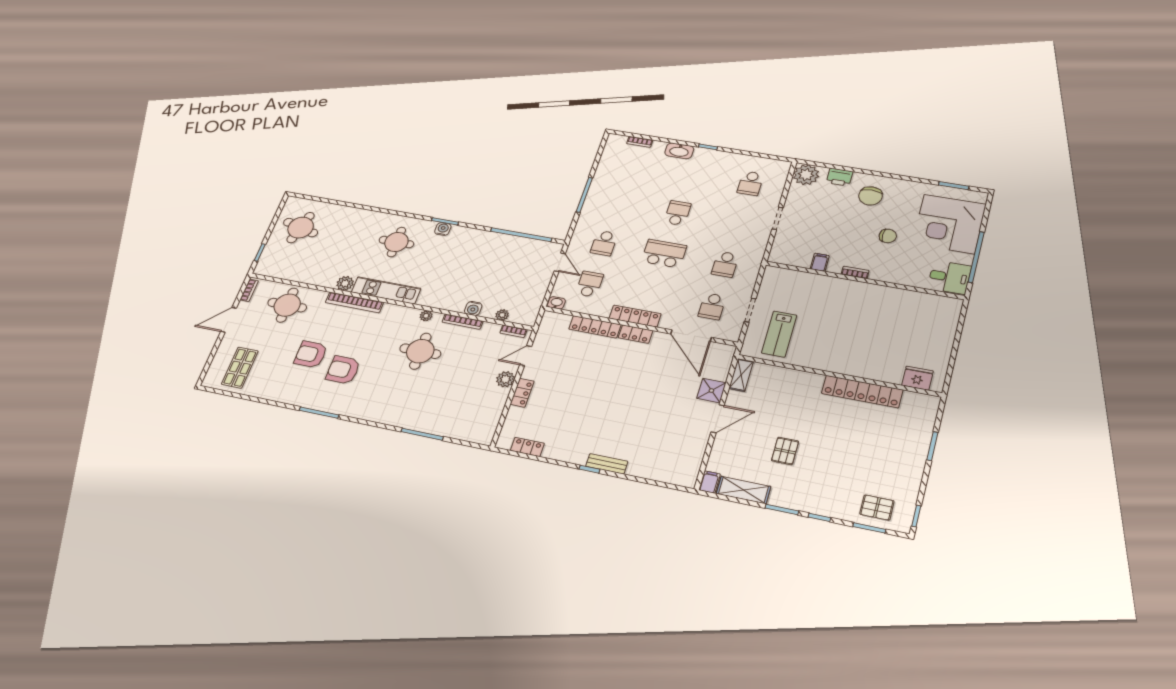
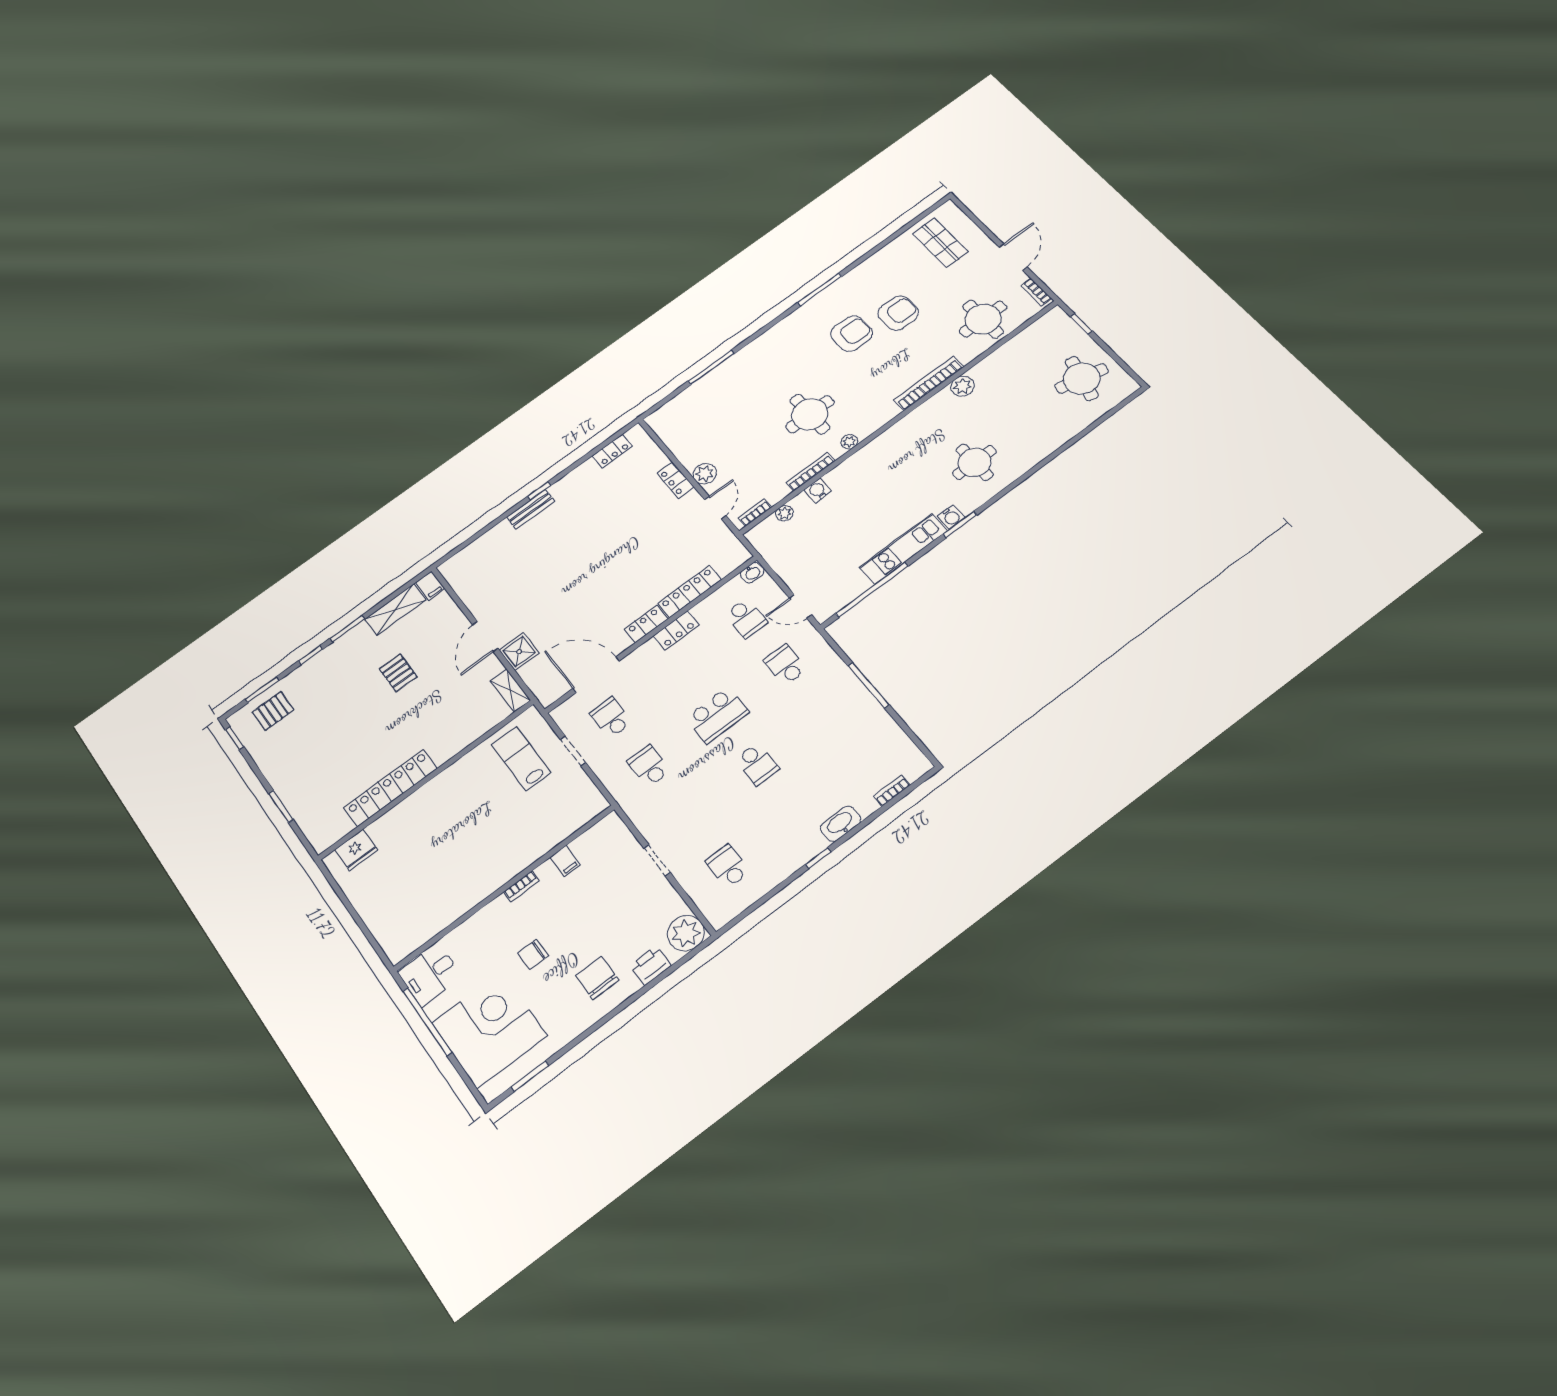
kitchen unit: (386, 290) -> (904, 549), moved, turned 180
locker: (635, 316) -> (676, 631), width x0.66

